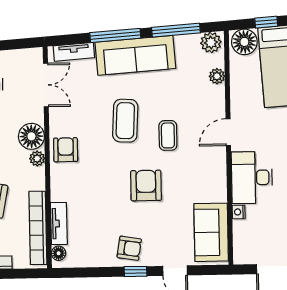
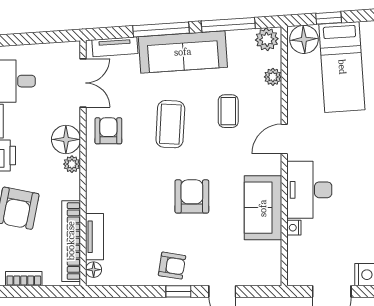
coffee table: (168, 135) -> (228, 111), moved
armchair: (66, 150) -> (108, 131), moved
sofa: (211, 232) -> (263, 208), moved

